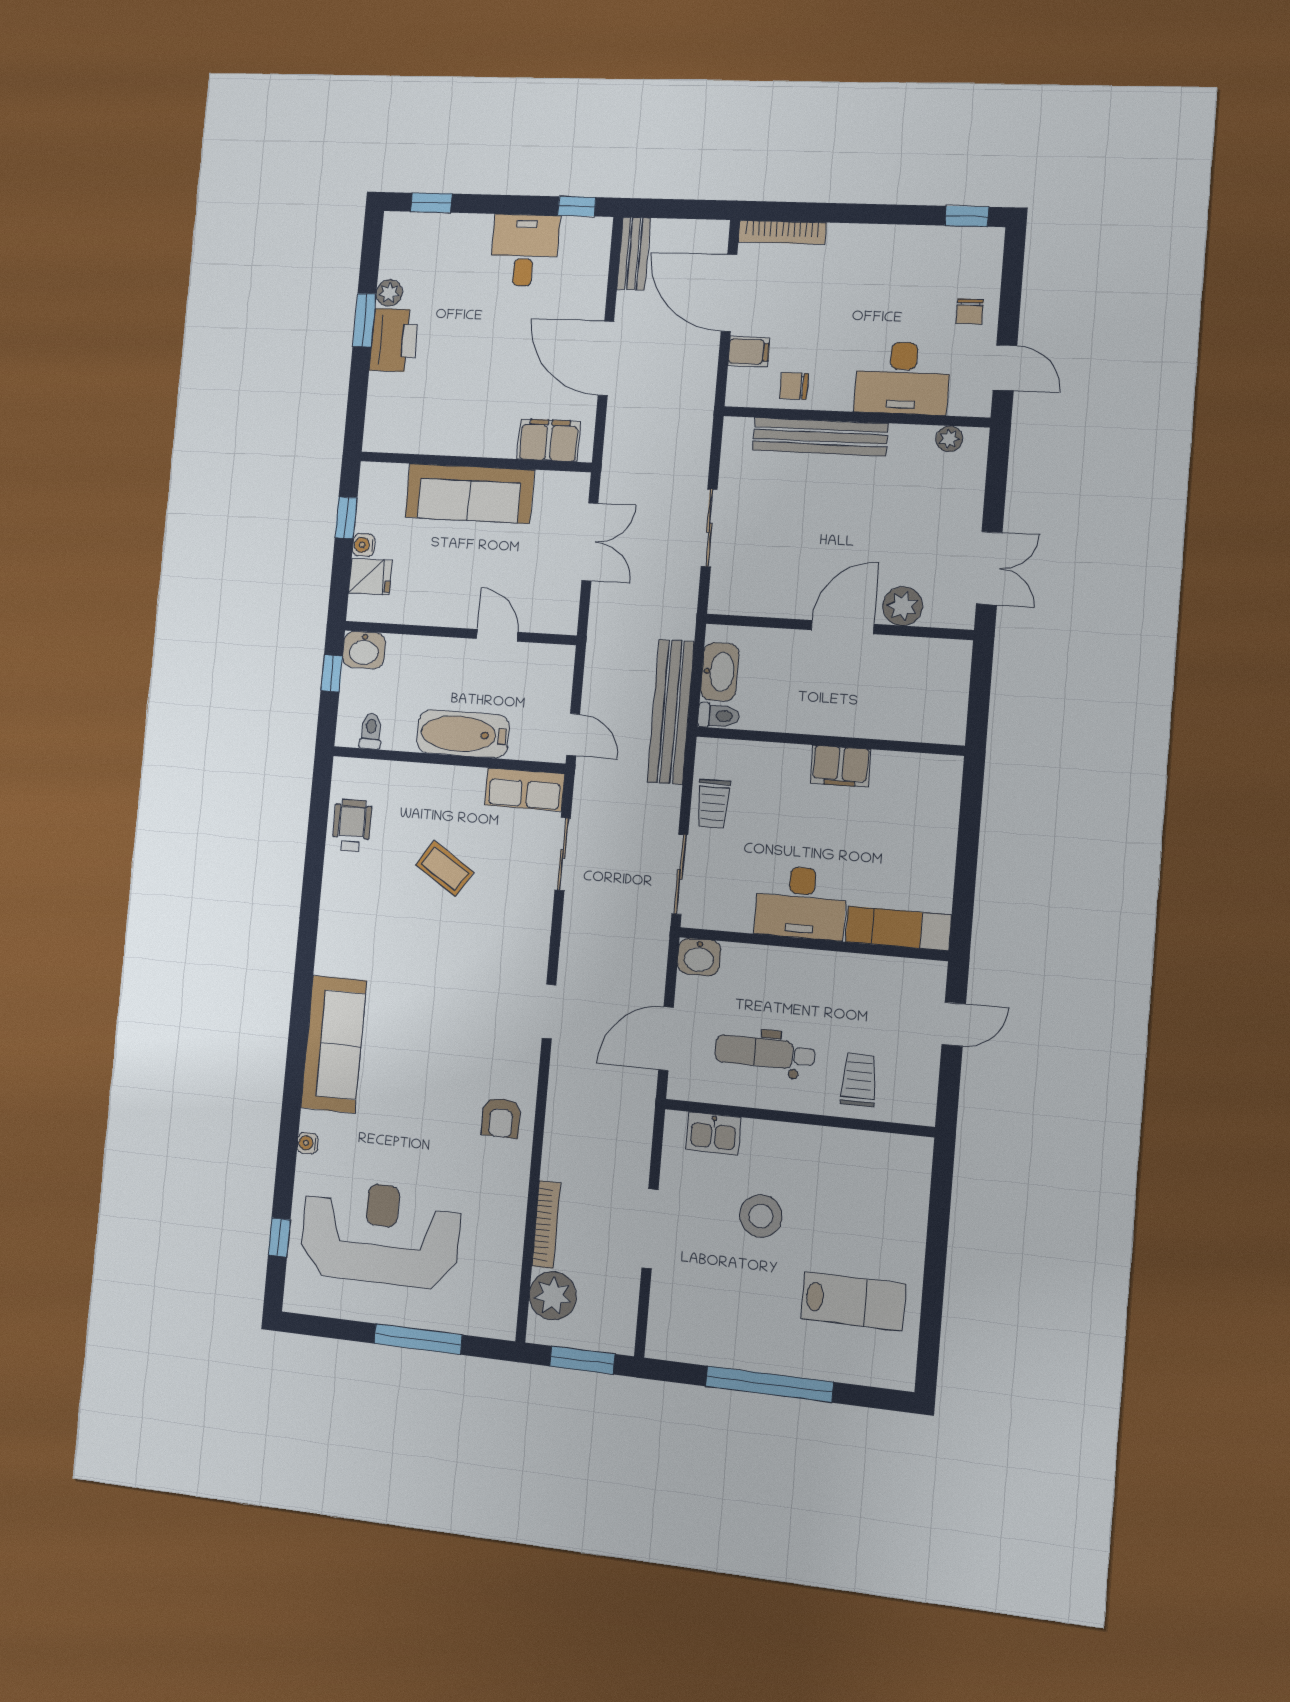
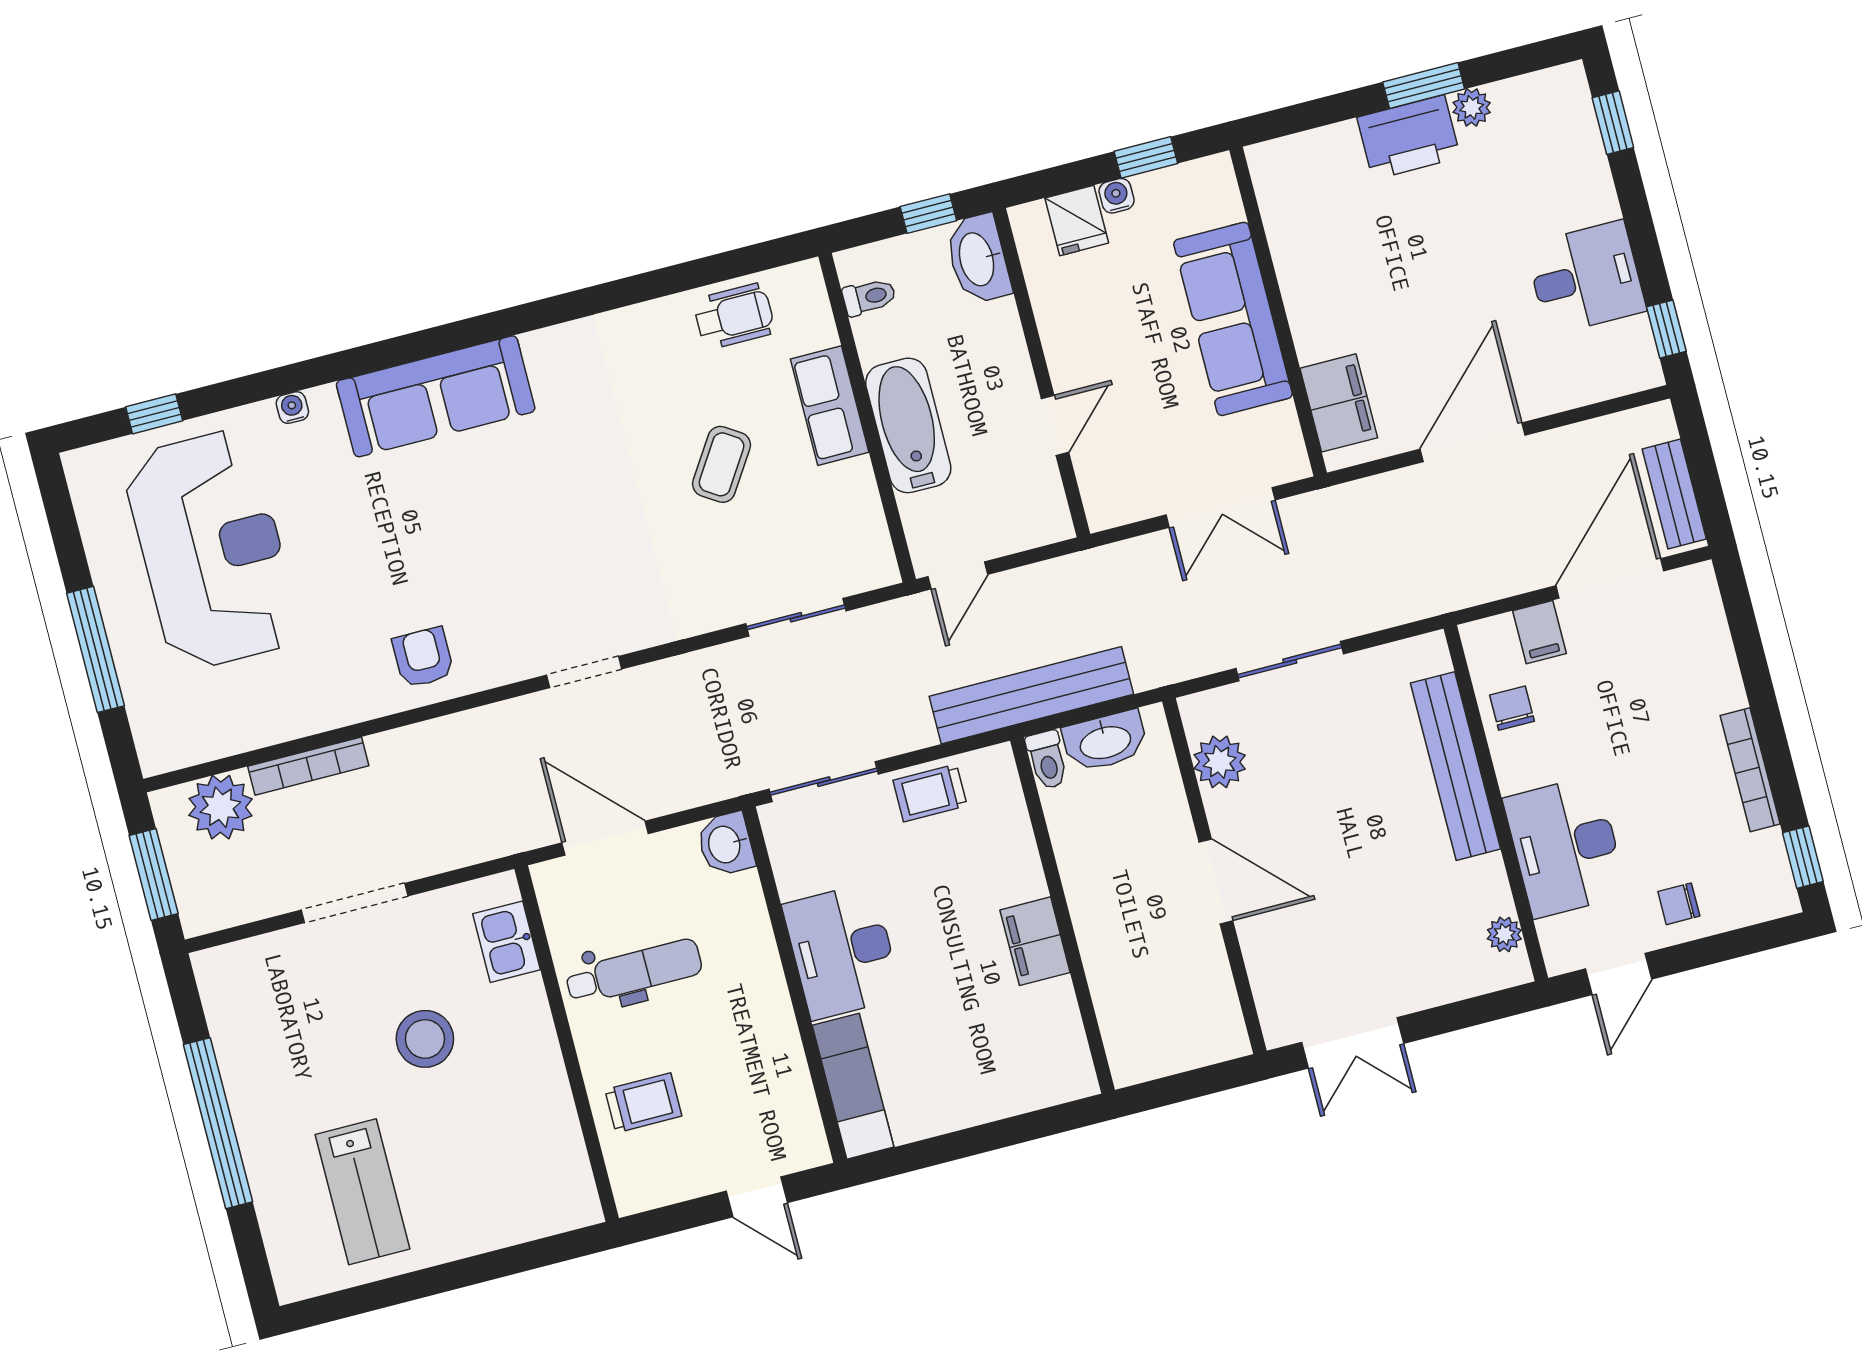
bookcase: (782, 232) -> (1750, 770), moved
bench: (634, 254) -> (1674, 494), moved, turned 90
plant: (903, 606) -> (1220, 762), moved
washbasin: (364, 650) -> (978, 259), width x1.38
row of seats: (525, 789) -> (830, 406), moved
dental chair: (765, 1053) -> (634, 972), turned 90
armchair: (501, 1118) -> (423, 657), turned 90

